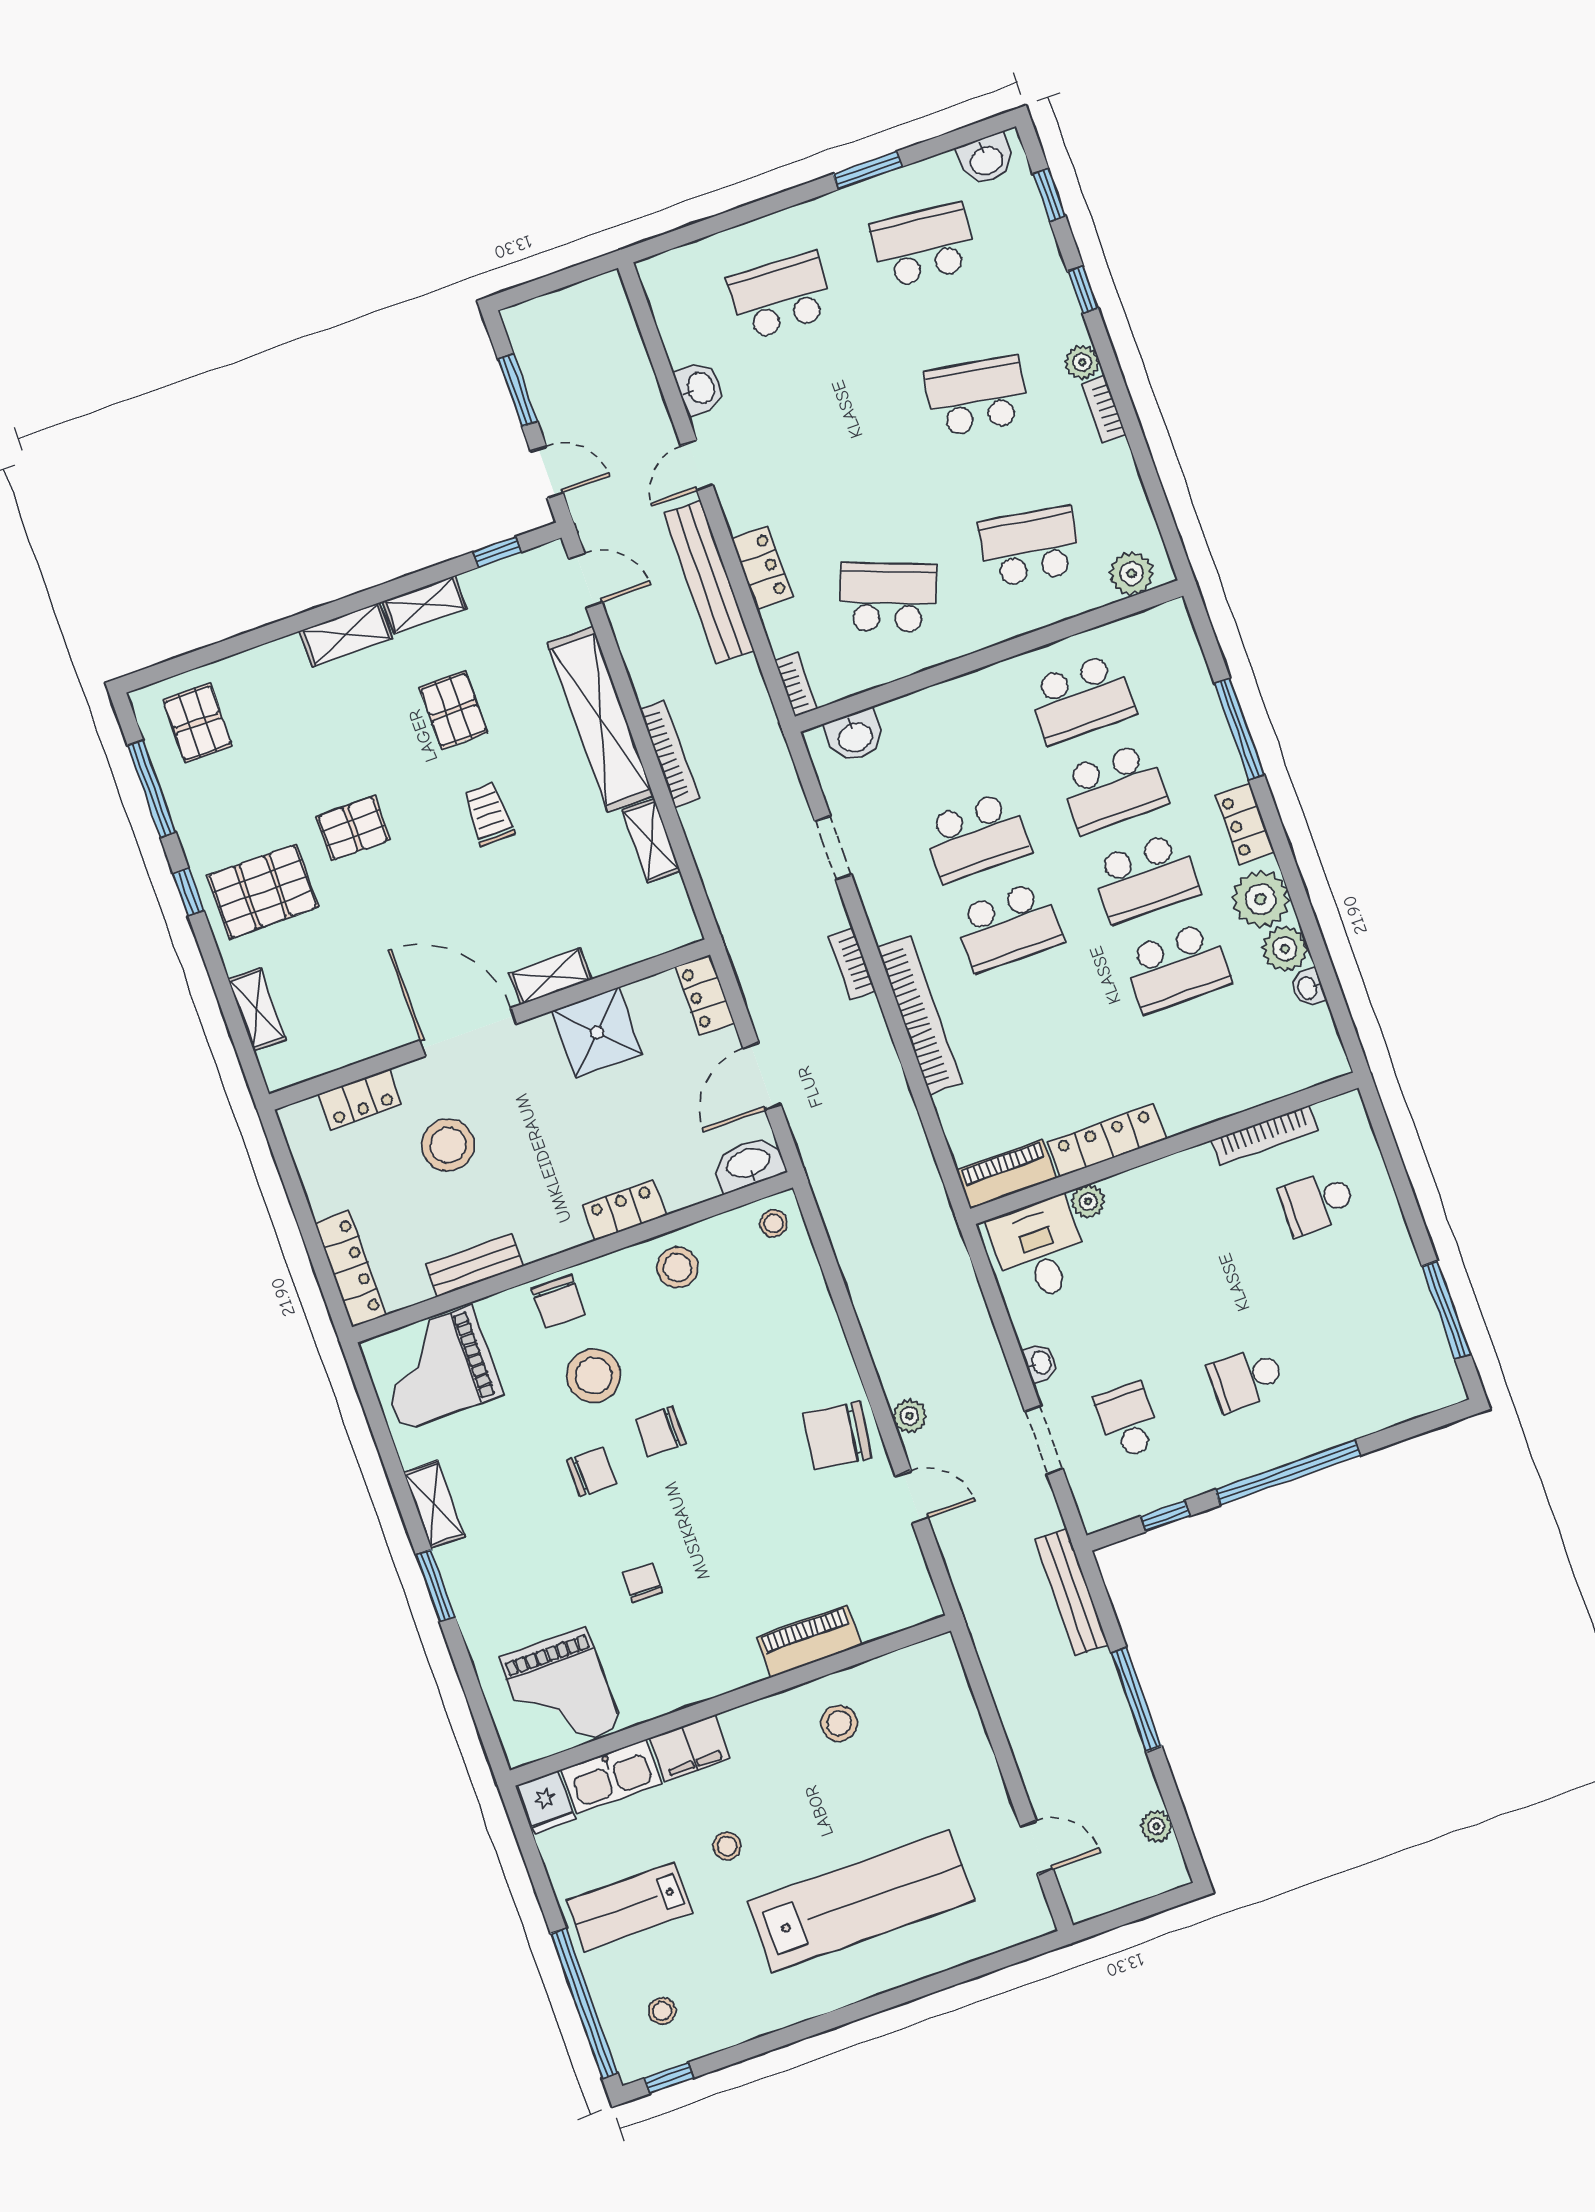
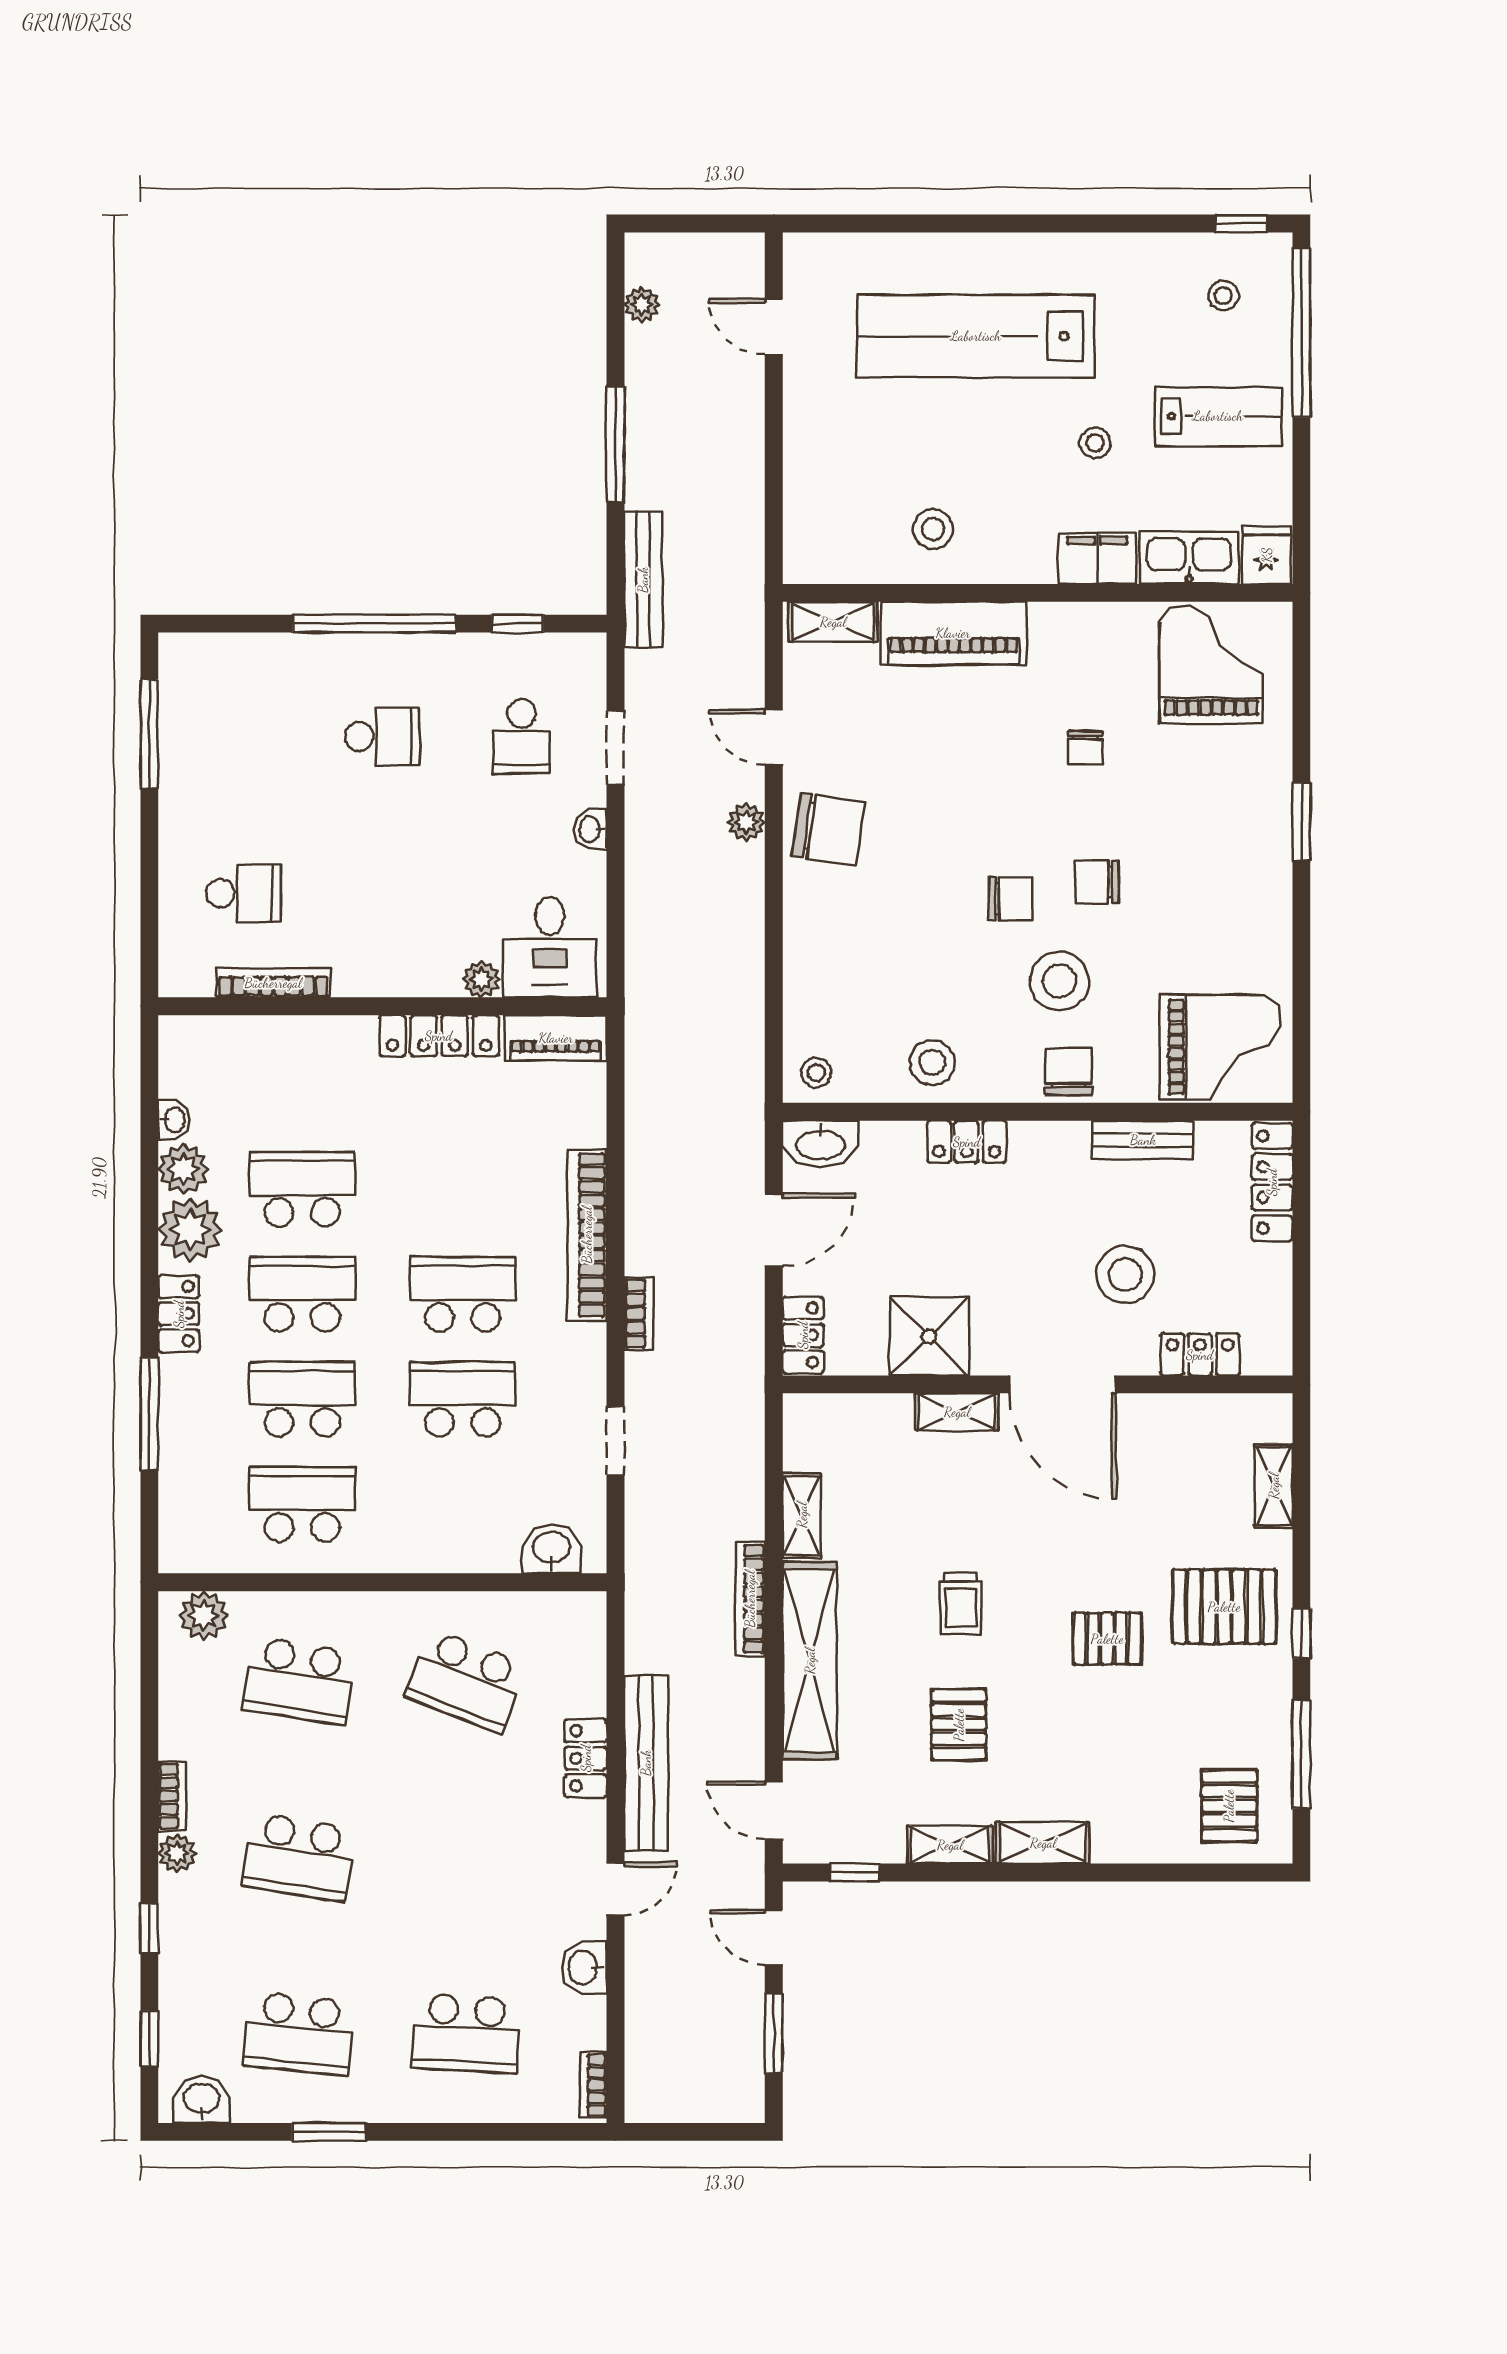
bookcase: (796, 685) -> (593, 2085), moved
shelving: (434, 1504) -> (833, 622), moved, turned 90
piano: (809, 1641) -> (953, 633), width x1.37, depth x1.33

